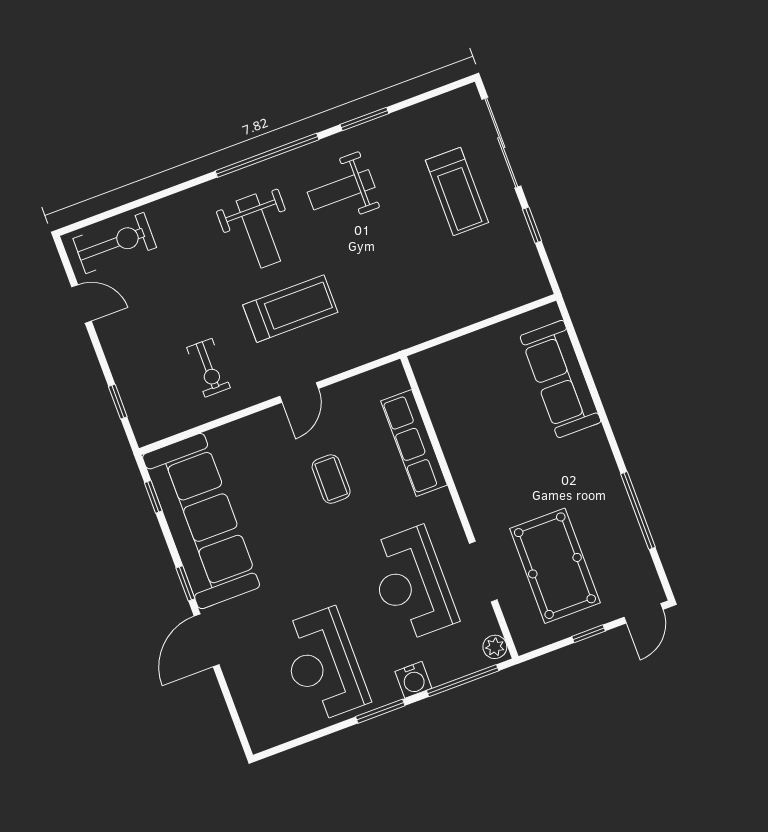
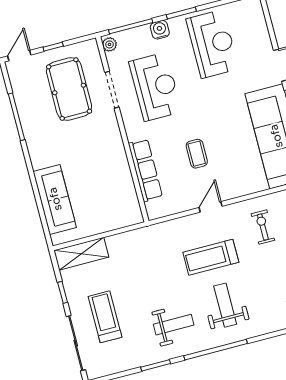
shelving: (507, 293) -> (81, 254), added

